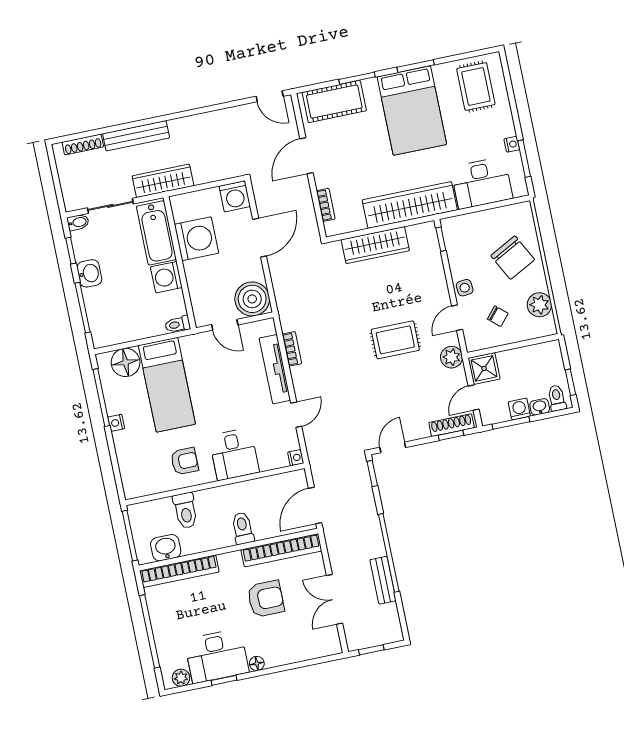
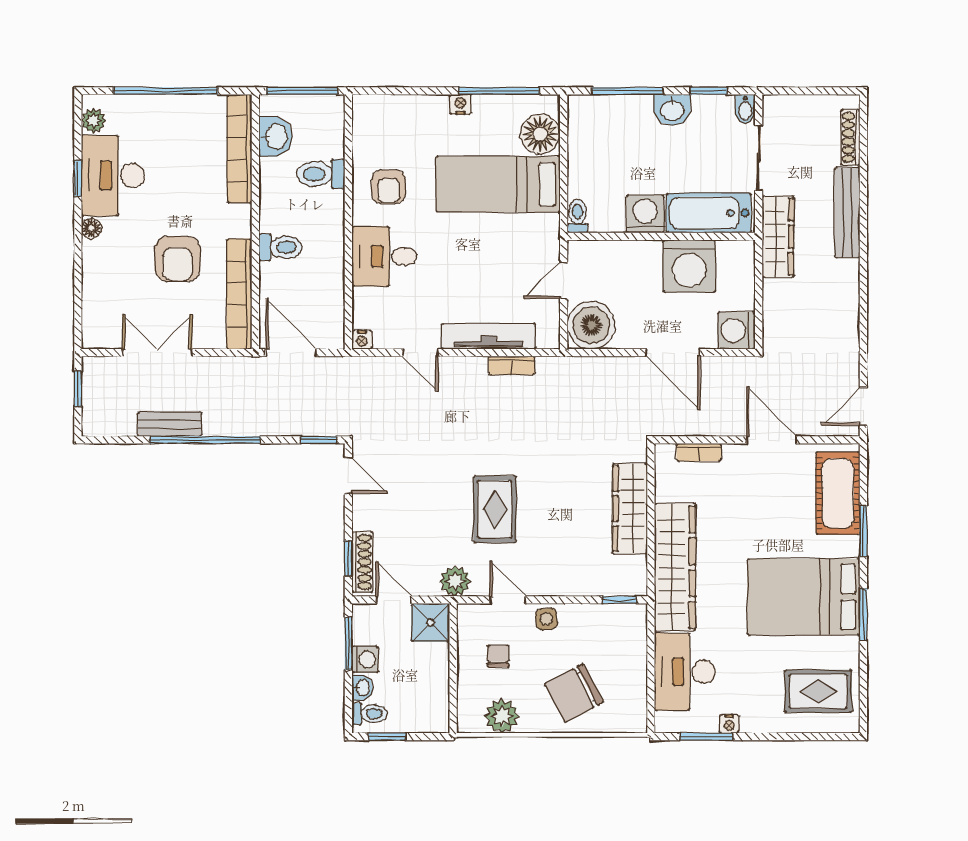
chair: (498, 316) -> (498, 656), turned 139

